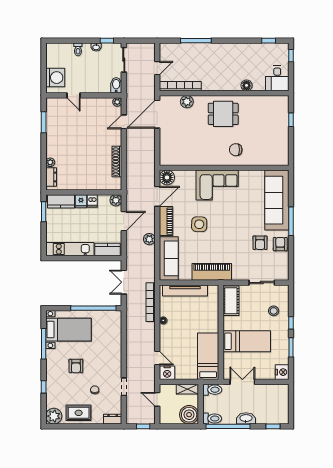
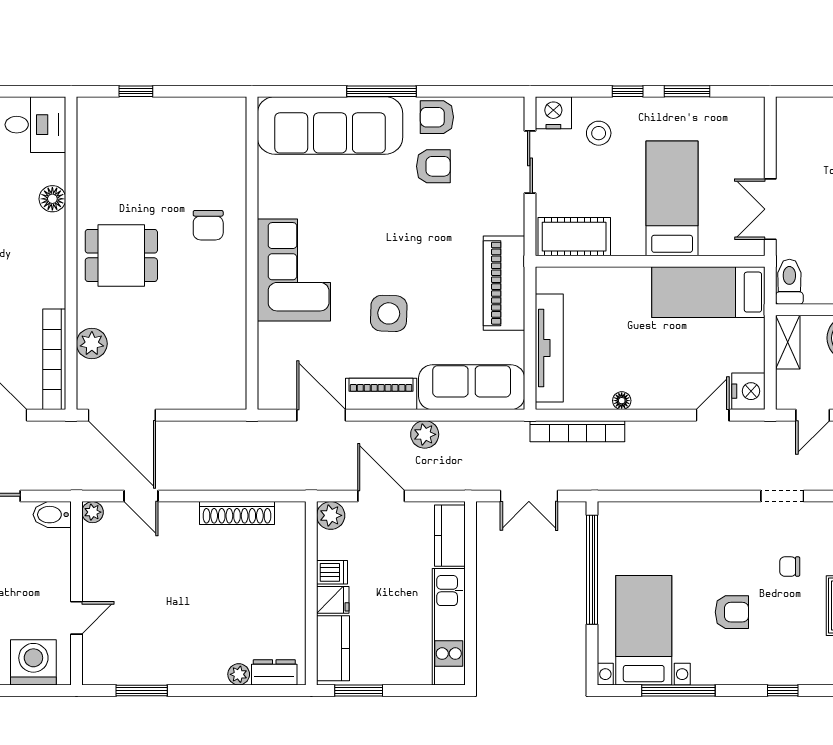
dining table: (223, 114) -> (121, 255), turned 90
floor lamp: (167, 177) -> (275, 392), removed
nightstand: (282, 372) -> (553, 113), moved

